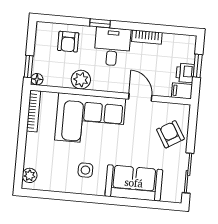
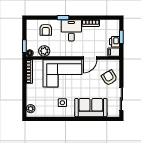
plant: (81, 80) -> (44, 51), moved
door: (140, 97) -> (90, 58), swing flipped

